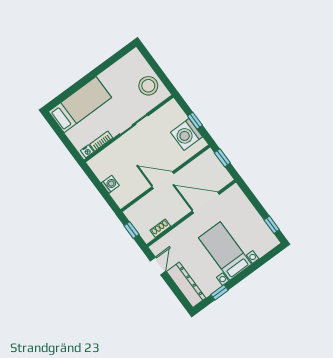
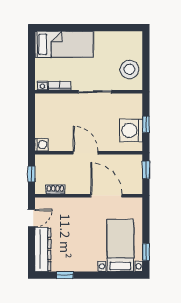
washing machine: (110, 184) -> (41, 145), moved
bed with nightstands: (225, 251) -> (120, 245), moved

